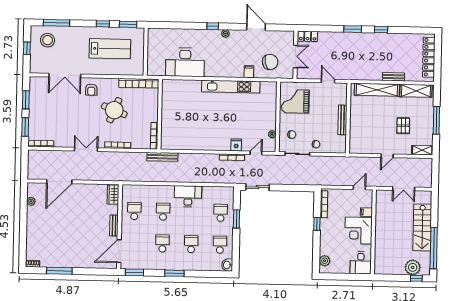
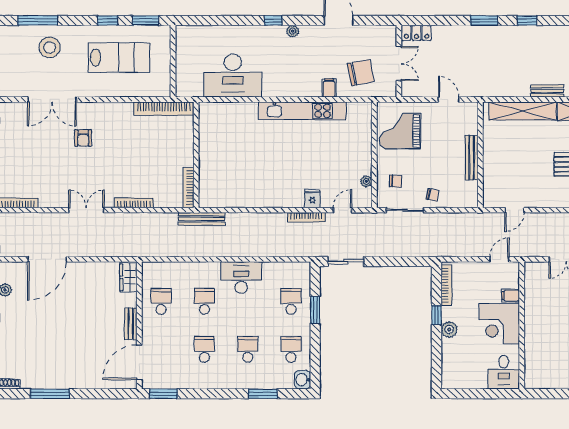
stool: (48, 40) -> (50, 47), moved
armchair: (91, 90) -> (83, 138), moved
round table: (114, 110) -> (128, 150), removed
door: (387, 156) -> (514, 210), moved
plant: (325, 261) -> (449, 329), moved
window: (174, 273) -> (263, 394), moved

